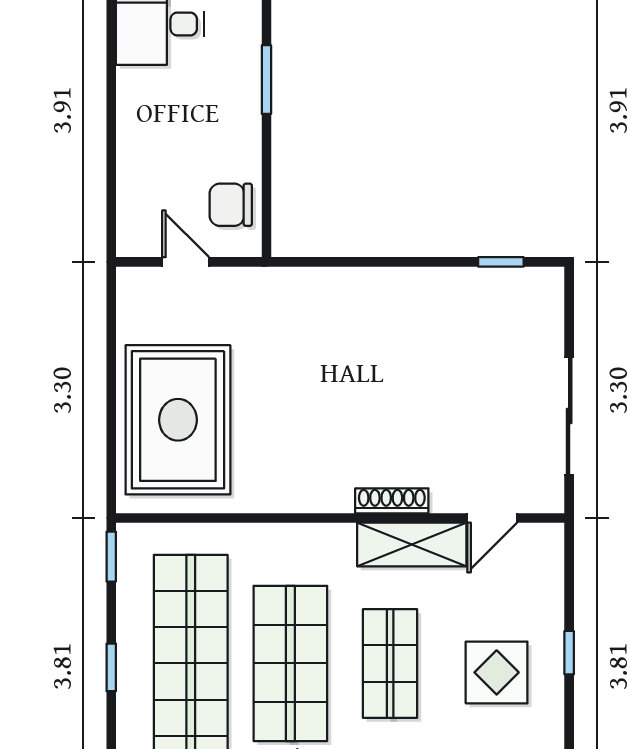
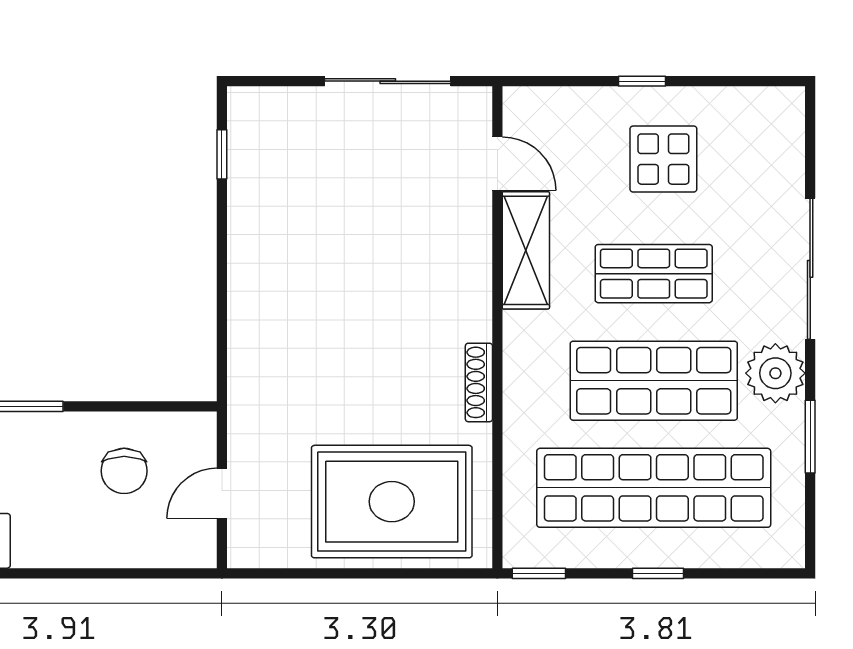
chair: (231, 205) -> (124, 471), moved
shoe rack: (392, 501) -> (479, 382), moved

